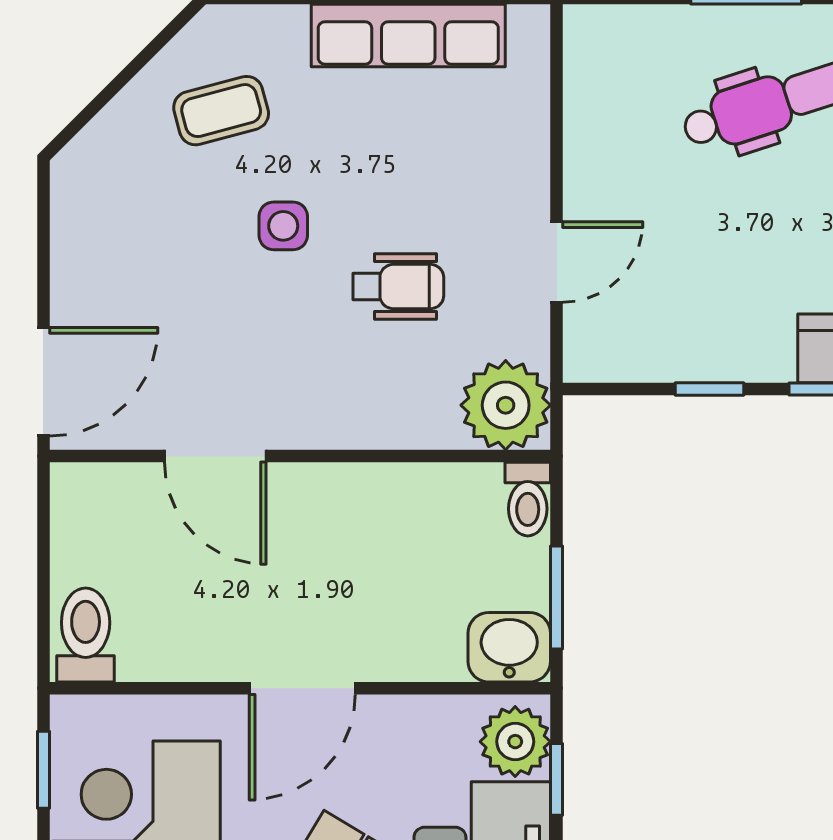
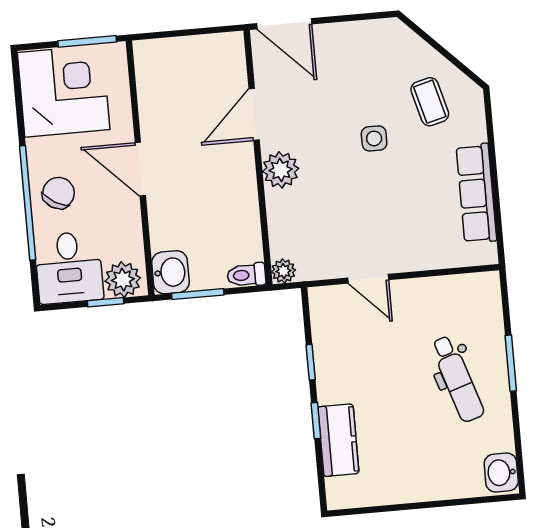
wheelchair: (398, 287) -> (349, 200), removed
plant: (506, 405) -> (283, 271), width x0.53, depth x0.53
plant: (328, 414) -> (281, 170), added
toilet: (86, 635) -> (157, 57), removed
window: (43, 770) -> (87, 41), width x1.50

